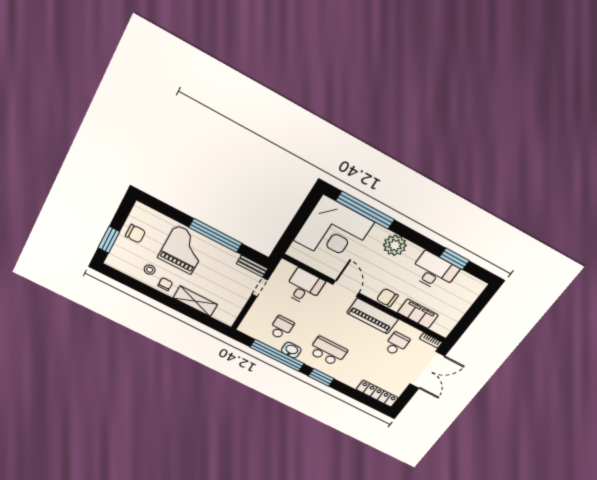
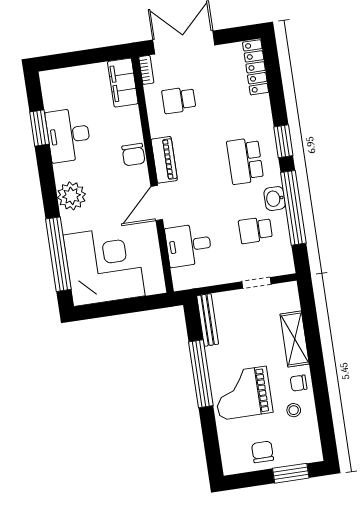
bench: (252, 266) -> (208, 320), width x1.36
doorway: (260, 287) -> (256, 283), moved
filing cabinet: (418, 314) -> (123, 83), moved
piano: (372, 316) -> (164, 160), width x0.73, depth x0.75

